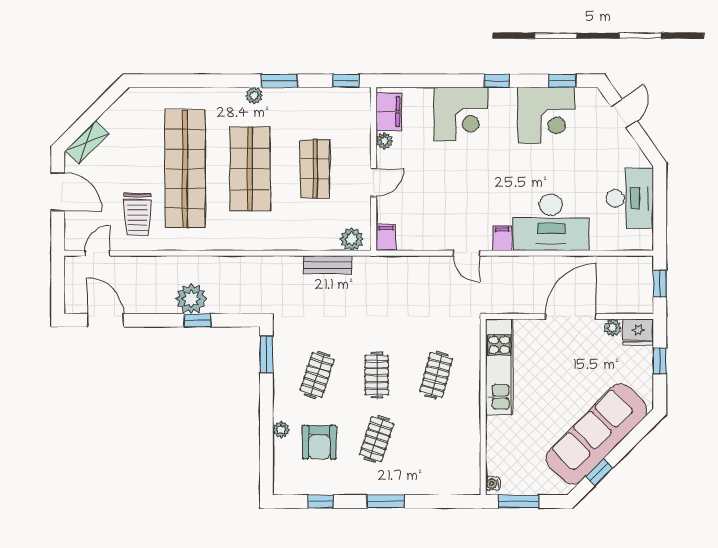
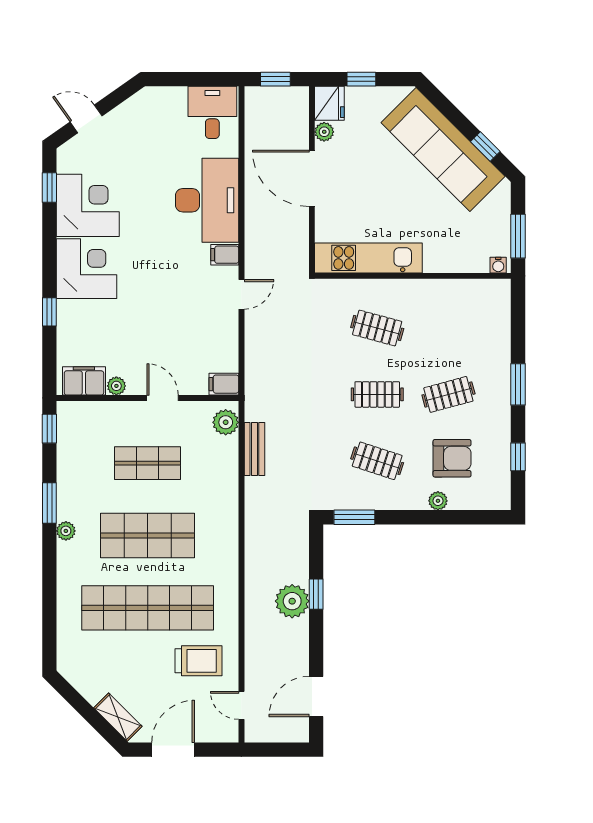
window: (497, 81) -> (49, 312), moved
corner desk: (461, 114) -> (86, 269), moved
desk: (630, 198) -> (212, 112), moved, width x0.73
clothes rail: (377, 439) -> (448, 394), turned -33

